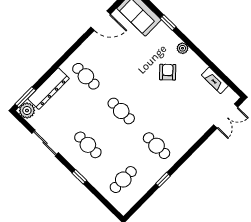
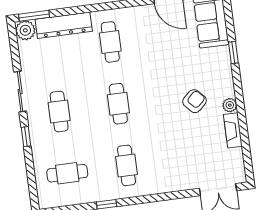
plant: (182, 48) -> (230, 105), moved
fireplace: (215, 80) -> (233, 130), moved
sliding door: (45, 143) -> (20, 92), moved

